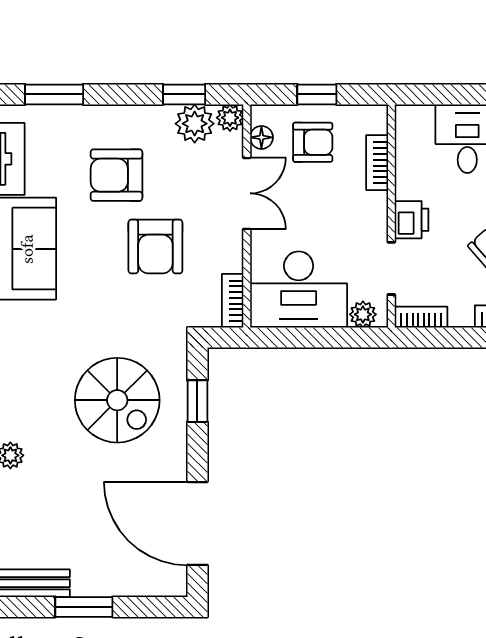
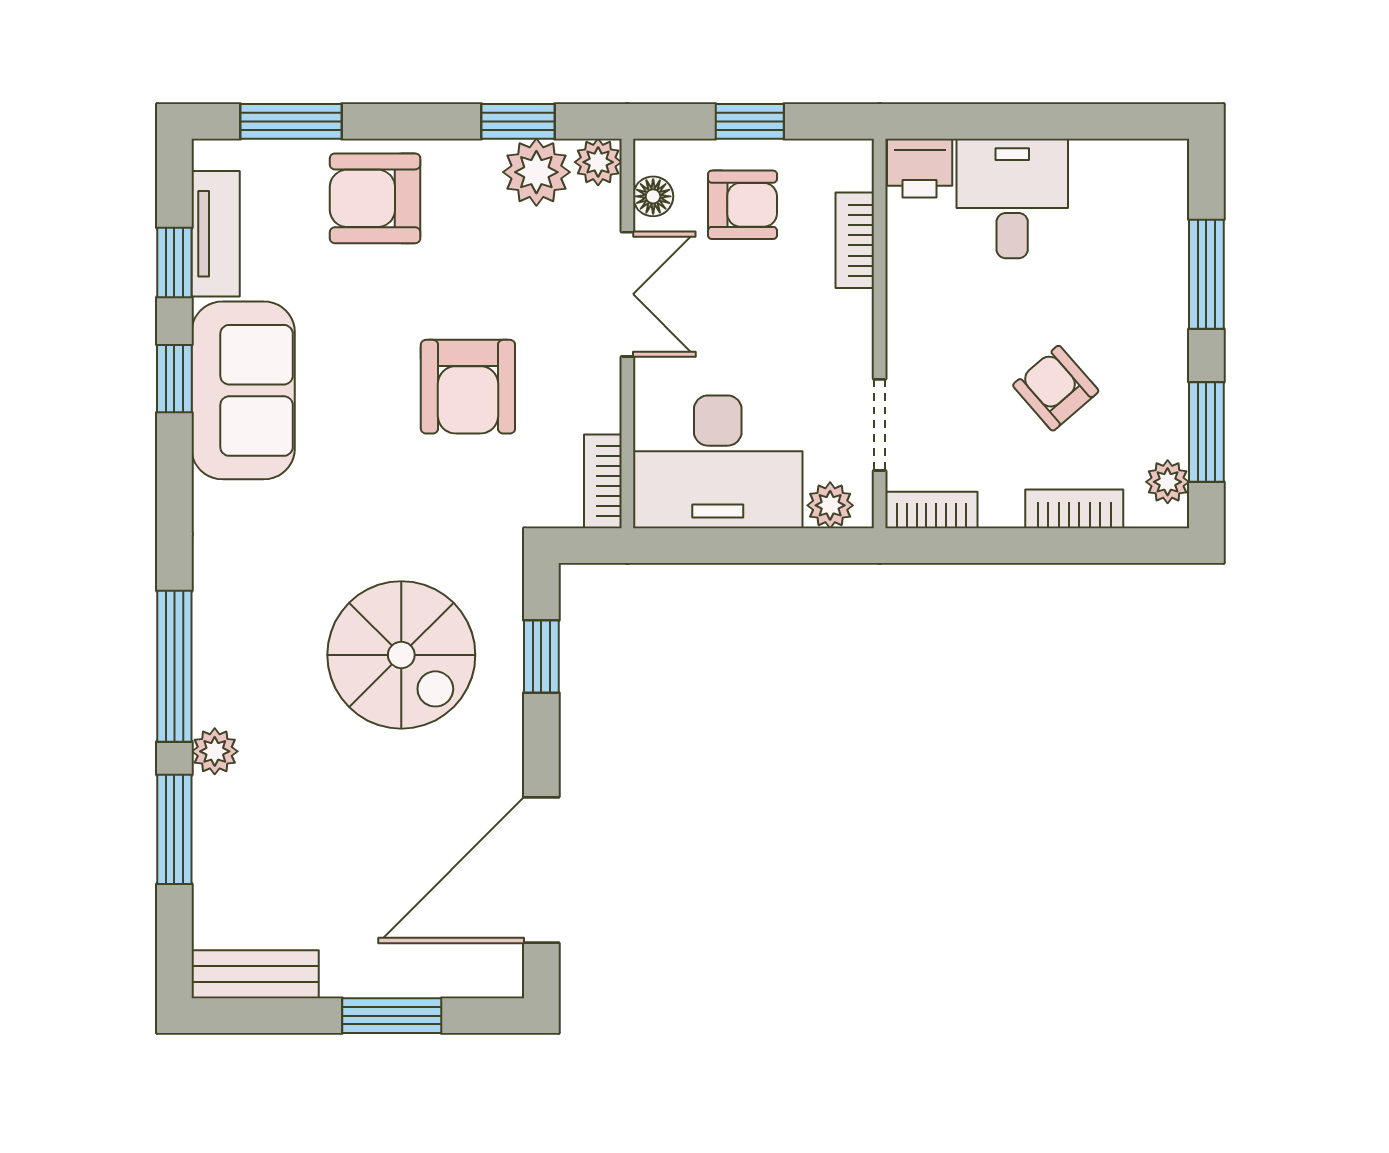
armchair: (116, 175) -> (375, 198), moved
printer: (411, 220) -> (920, 168), moved, turned 90
door: (197, 523) -> (541, 870), hinge flipped
window: (84, 607) -> (392, 1016), moved

